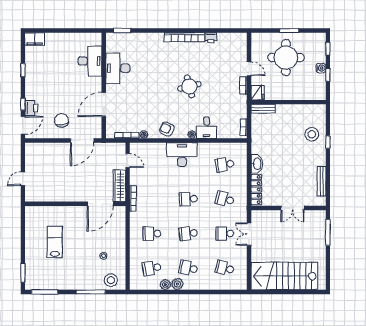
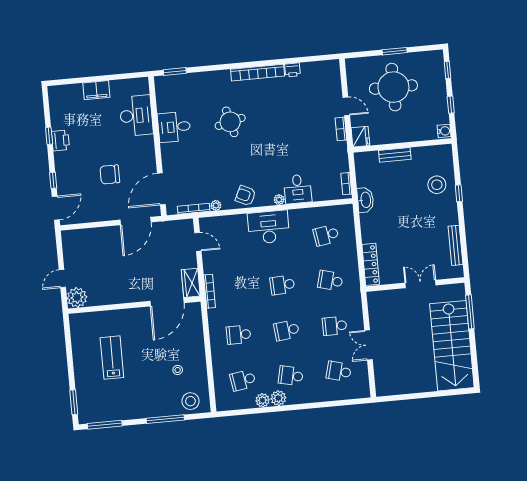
filing cabinet: (35, 39) -> (96, 90), moved
desk: (118, 68) -> (174, 127), width x0.73
water cooler: (321, 68) -> (444, 131), moved
round table: (189, 86) -> (230, 122), moved
door: (104, 104) -> (161, 189), moved
printer: (31, 108) -> (60, 140), moved
bench: (263, 109) -> (395, 155), moved
chair: (61, 121) -> (110, 174), moved, turned -80
washbasin: (257, 164) -> (365, 200), moved
wardrobe: (119, 186) -> (191, 283), width x0.67
plant: (33, 194) -> (77, 297), added
double door: (292, 208) -> (420, 284), swing flipped
double door: (249, 234) -> (368, 345), moved
stairs: (284, 276) -> (452, 346), moved, turned -90

